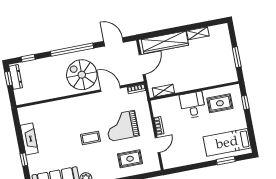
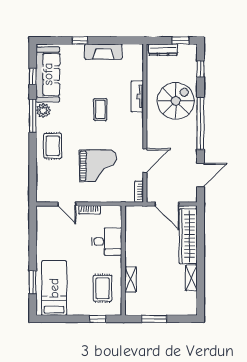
spiral stairs: (82, 75) -> (176, 101), moved
dresser: (16, 77) -> (163, 50), moved
shelving: (163, 91) -> (131, 279), moved
tv unit: (60, 105) -> (137, 96), added
desk: (193, 105) -> (107, 242), moved
grand piano: (122, 126) -> (98, 166), turned 90
coffee table: (90, 138) -> (100, 110), moved
rug: (130, 159) -> (53, 146), moved

